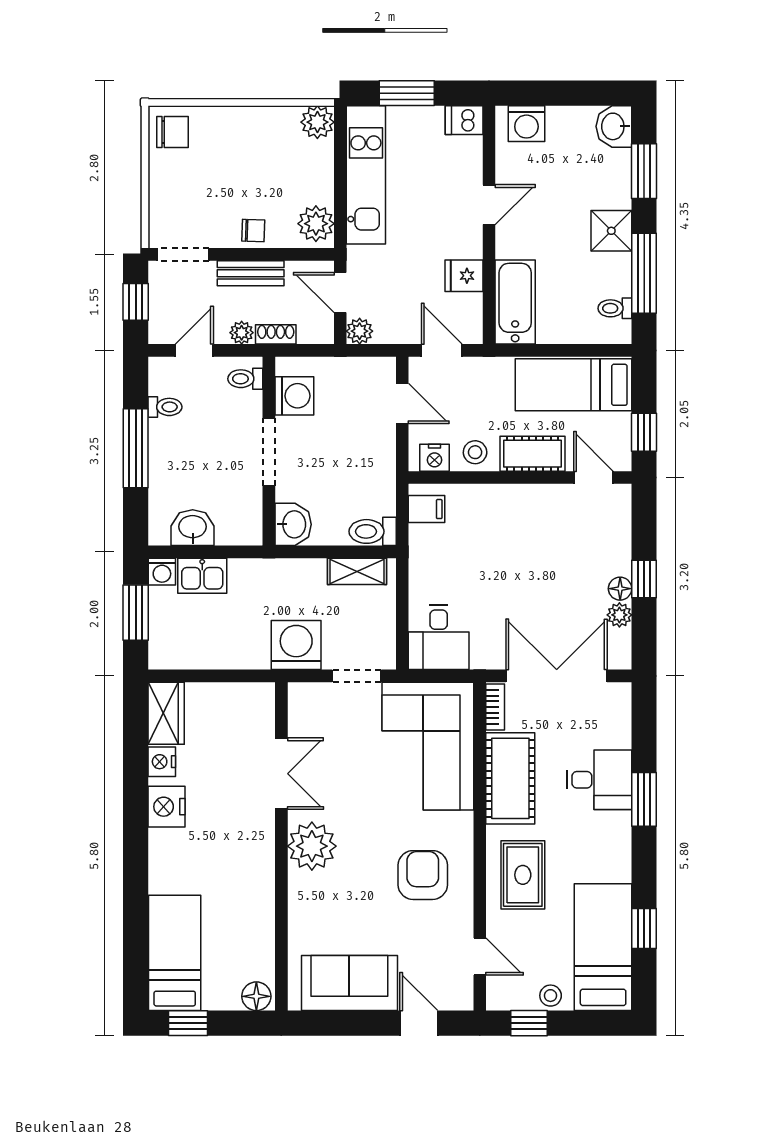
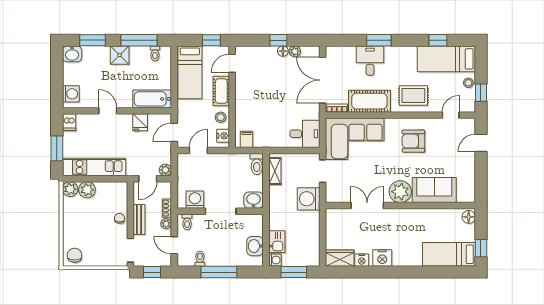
plant: (316, 224) -> (87, 190), moved
sofa: (349, 983) -> (434, 190), moved, turned 90

